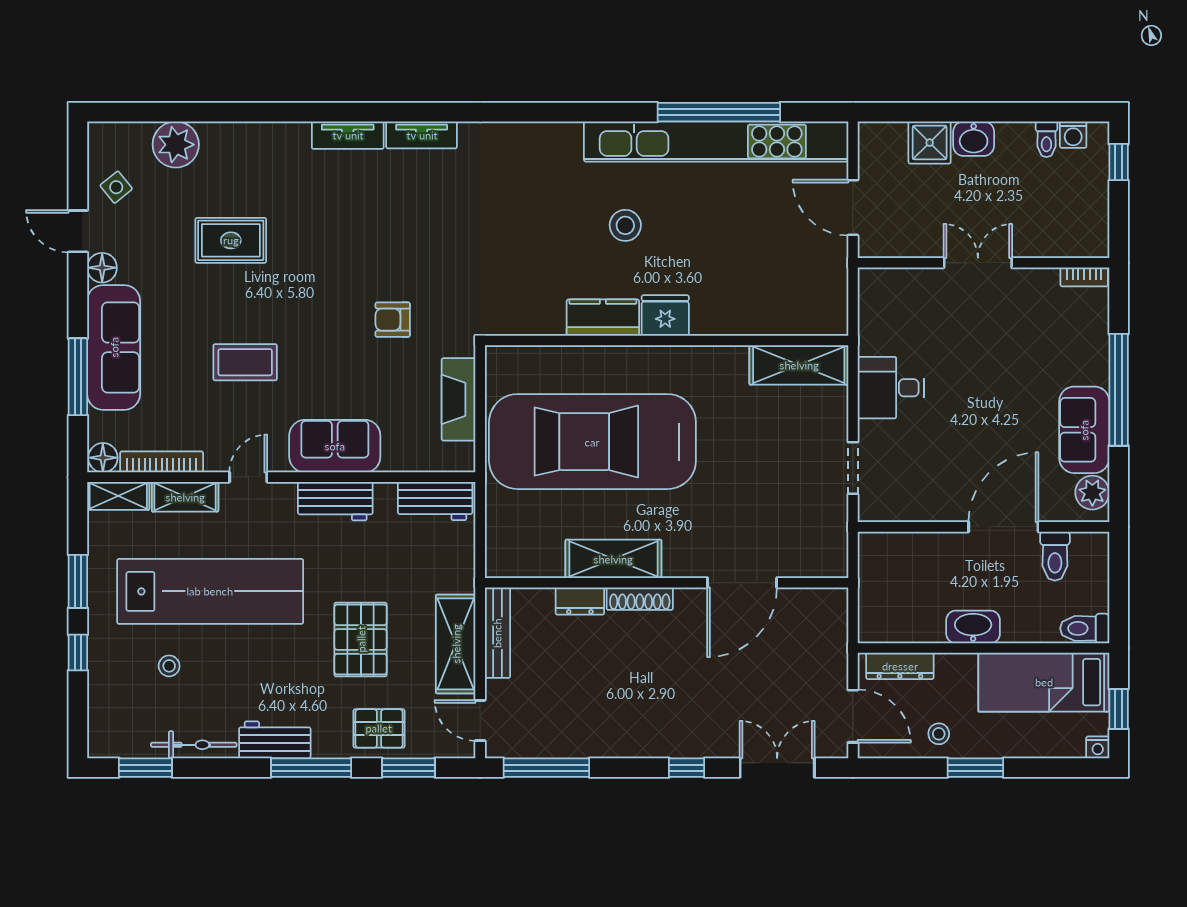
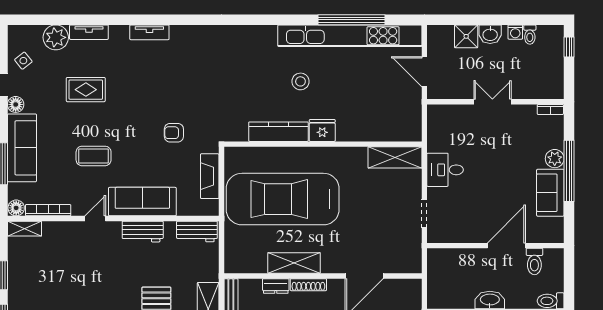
tv unit: (422, 135) -> (89, 32), moved
washing machine: (1073, 135) -> (515, 32), moved
kitchen counter: (603, 318) -> (278, 132), width x1.50
sofa: (335, 446) -> (142, 202), width x1.36
plant: (1092, 493) -> (555, 159), moved
shelving: (185, 497) -> (61, 229), removed
lab bench: (210, 591) -> (75, 281), removed

